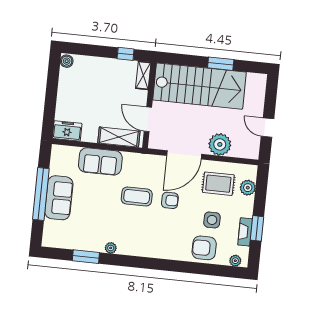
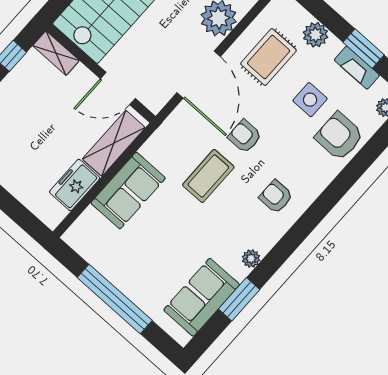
freezer: (67, 131) -> (75, 185), moved
plant: (248, 188) -> (316, 35), moved
sofa: (59, 198) -> (202, 297), moved, turned -90
armchair: (170, 200) -> (245, 136), turned -90
armchair: (151, 238) -> (276, 197), added
armchair: (204, 248) -> (339, 136), turned 90

